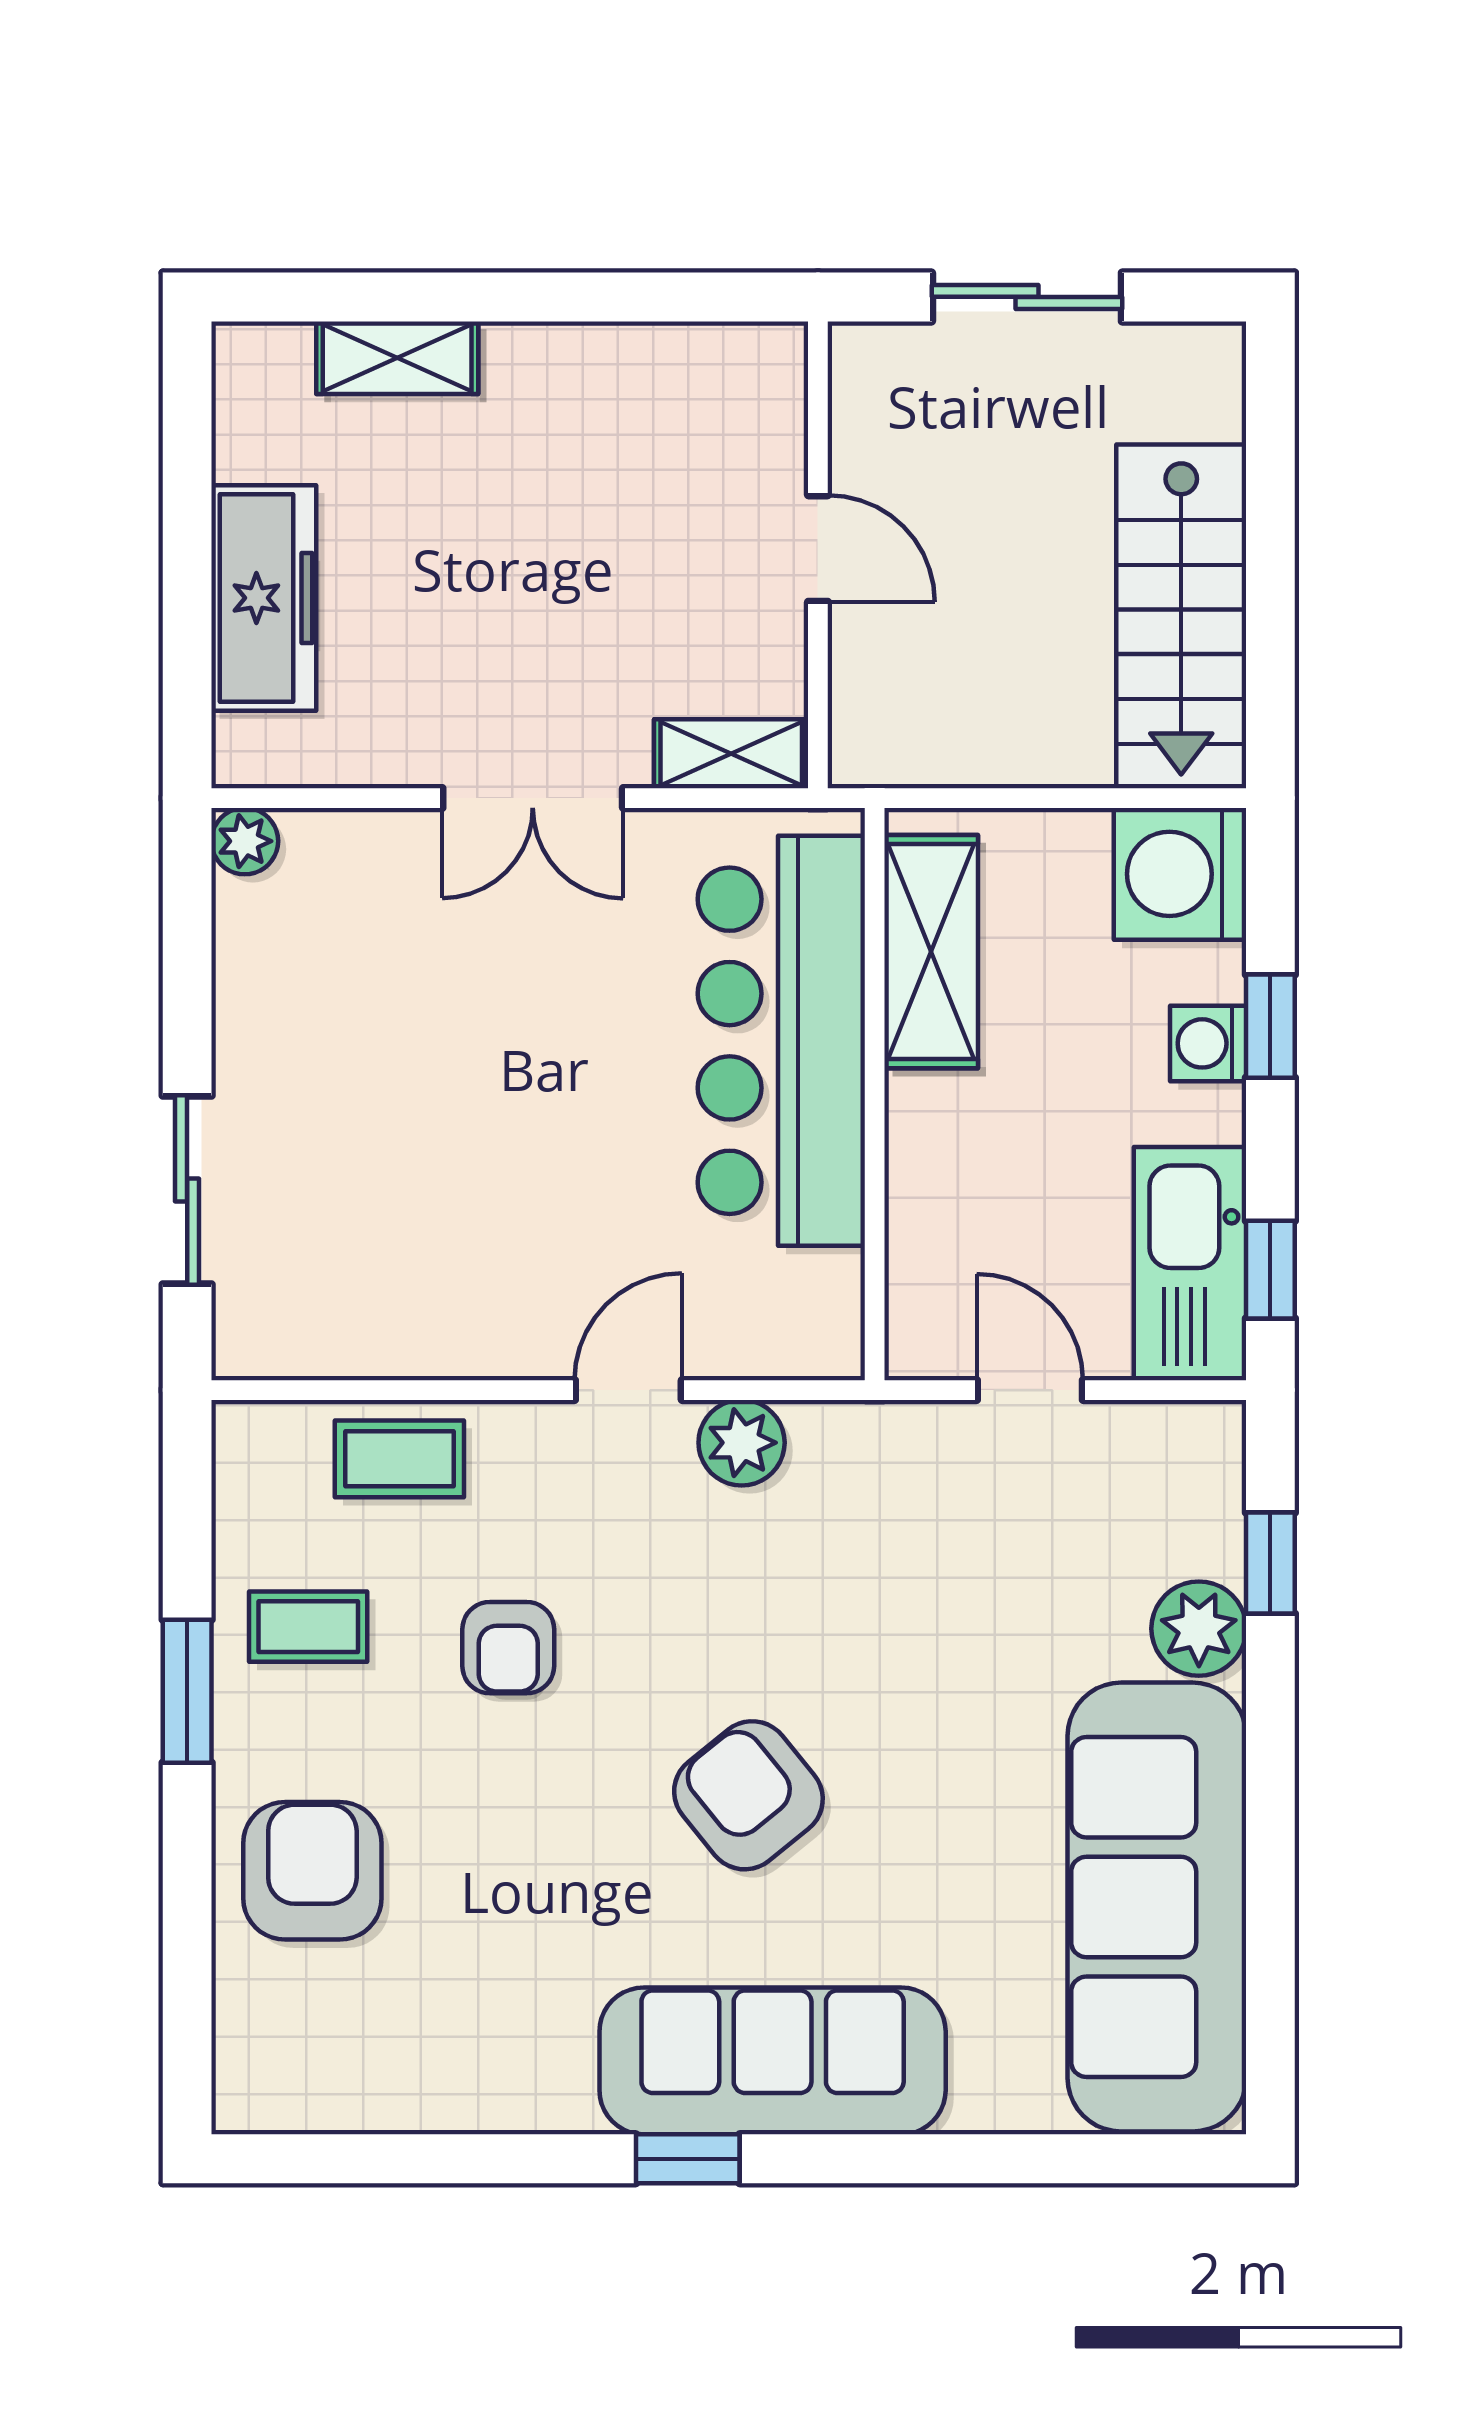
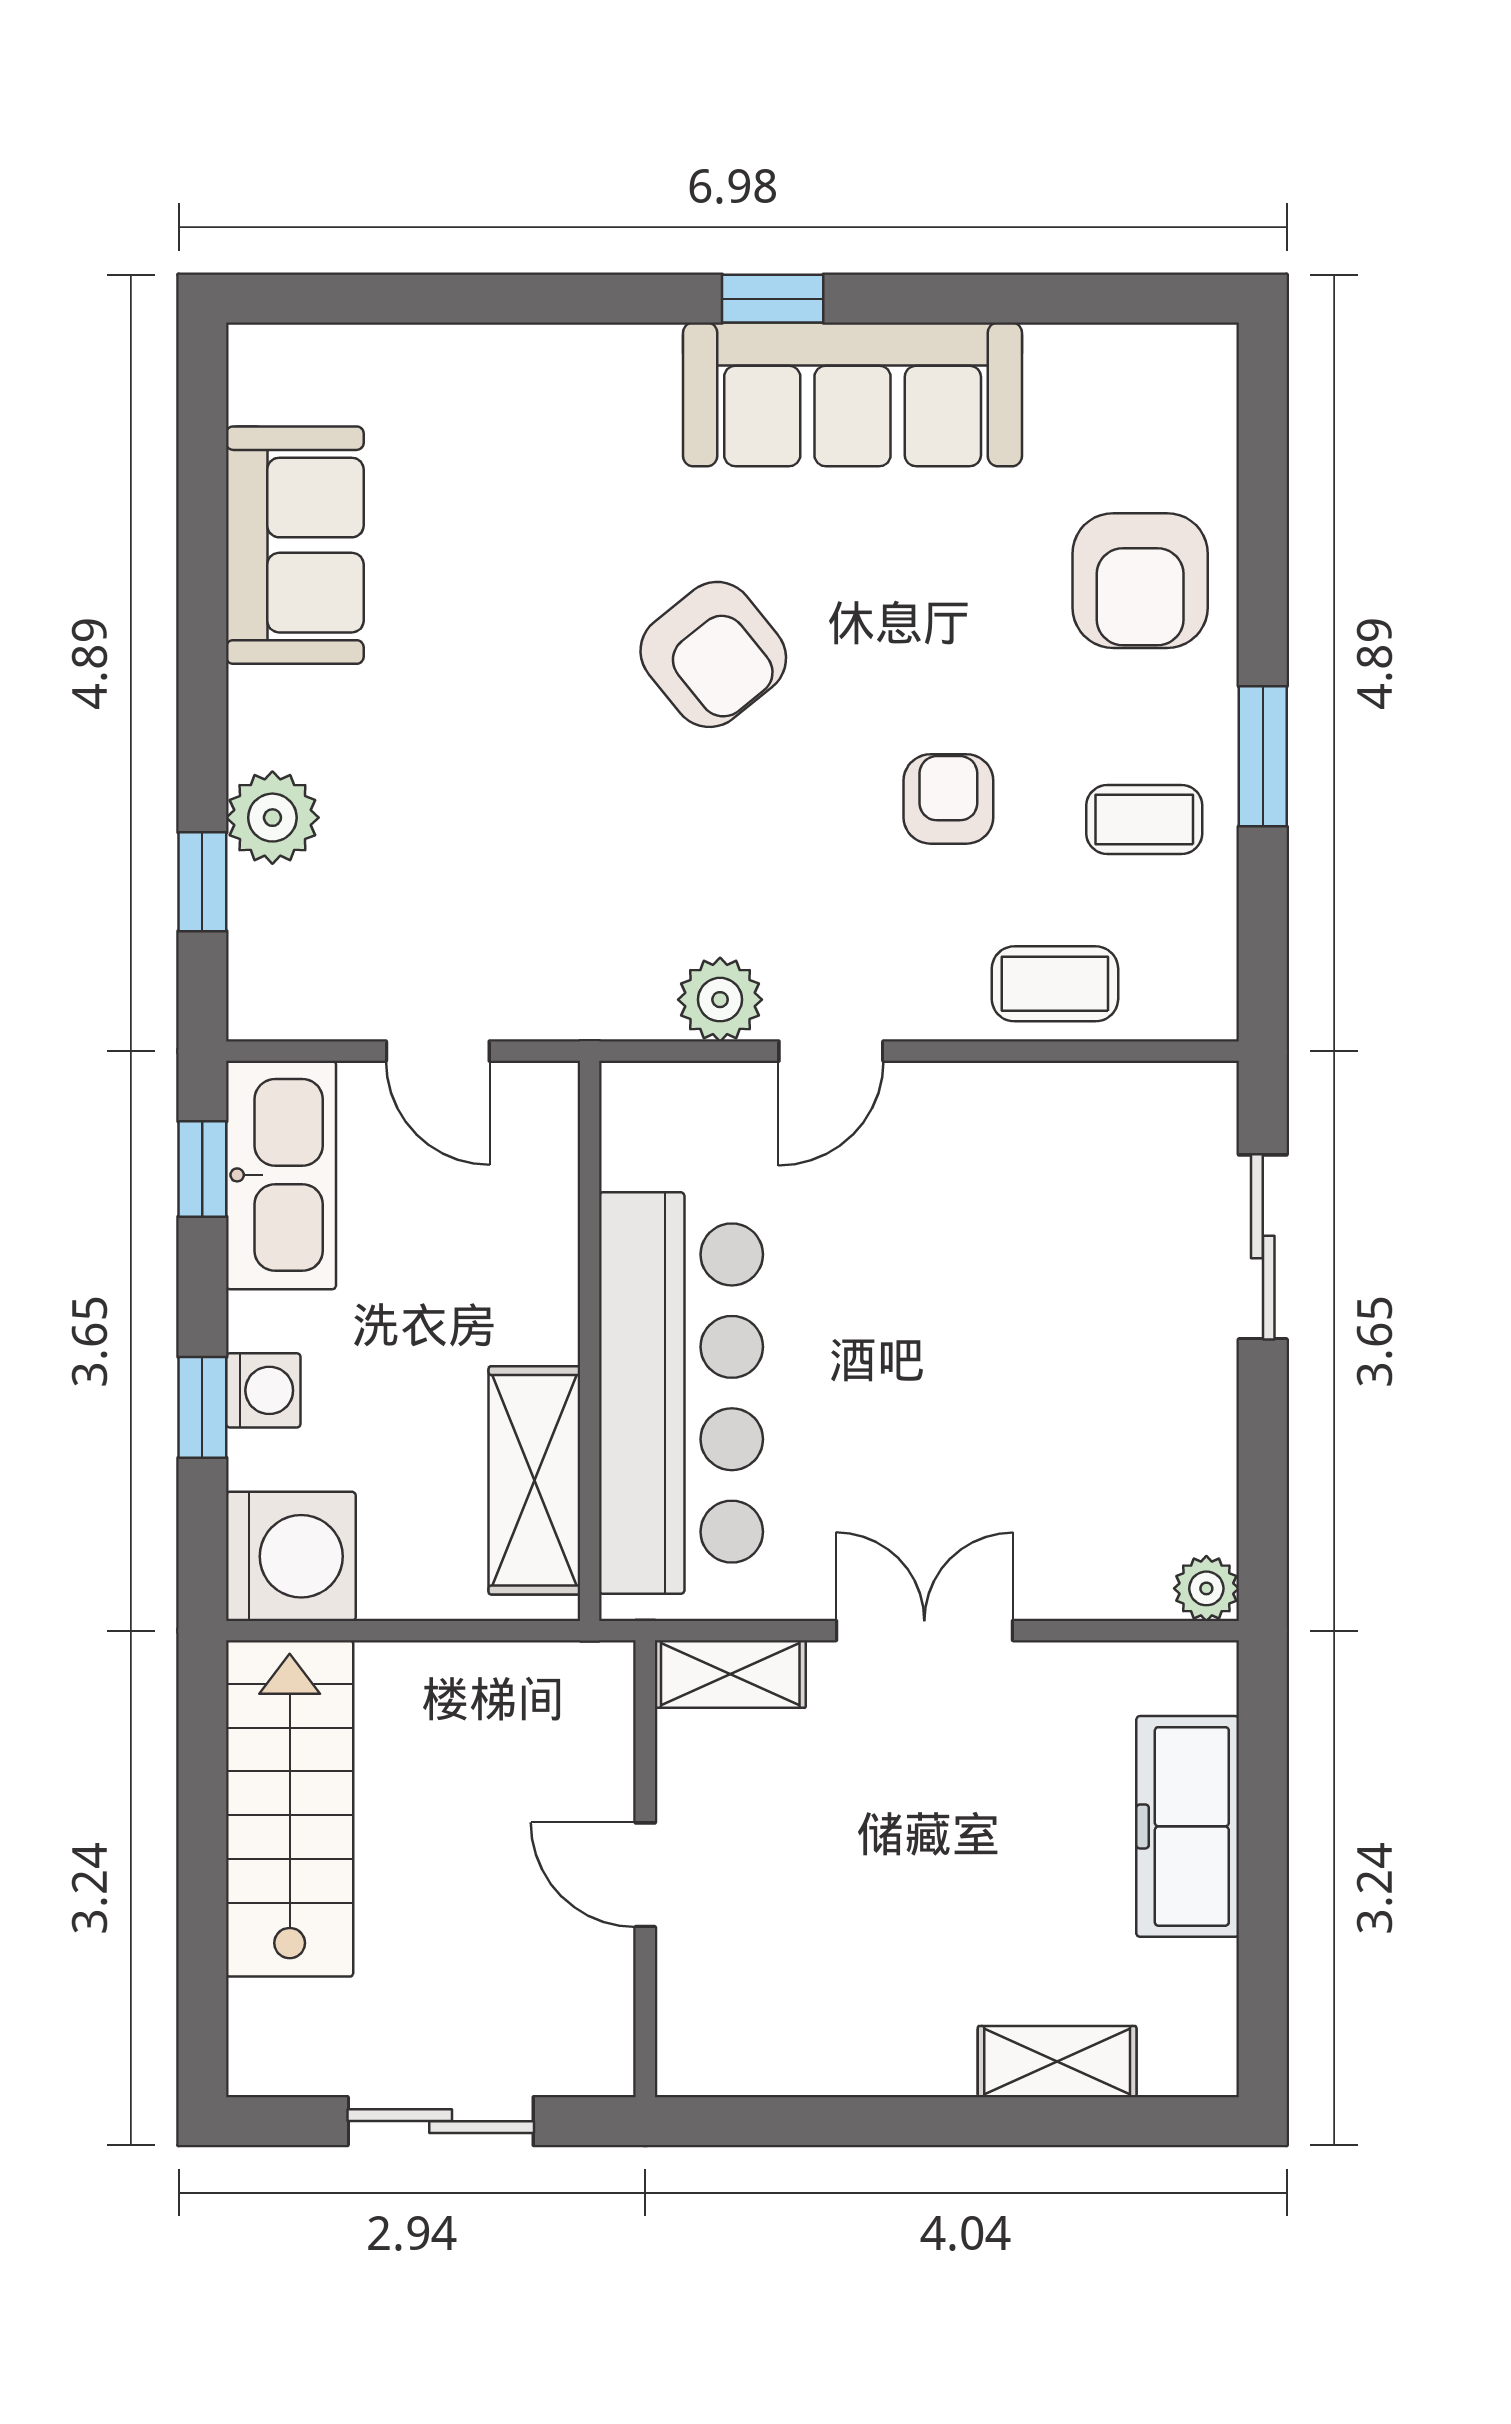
sofa: (1157, 1907) -> (295, 545), width x0.54, depth x0.79
sofa: (773, 2061) -> (853, 394), moved

